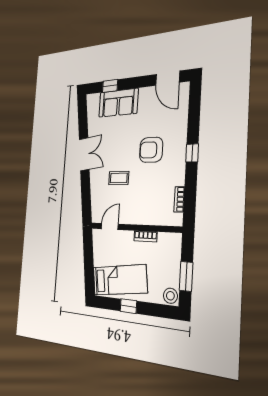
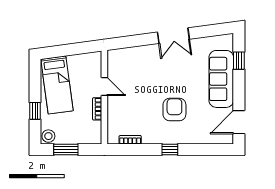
sofa: (118, 103) -> (221, 79), width x1.36
coffee table: (119, 178) -> (149, 77), removed
door: (110, 226) -> (104, 87), moved
window: (128, 306) -> (35, 111), moved

